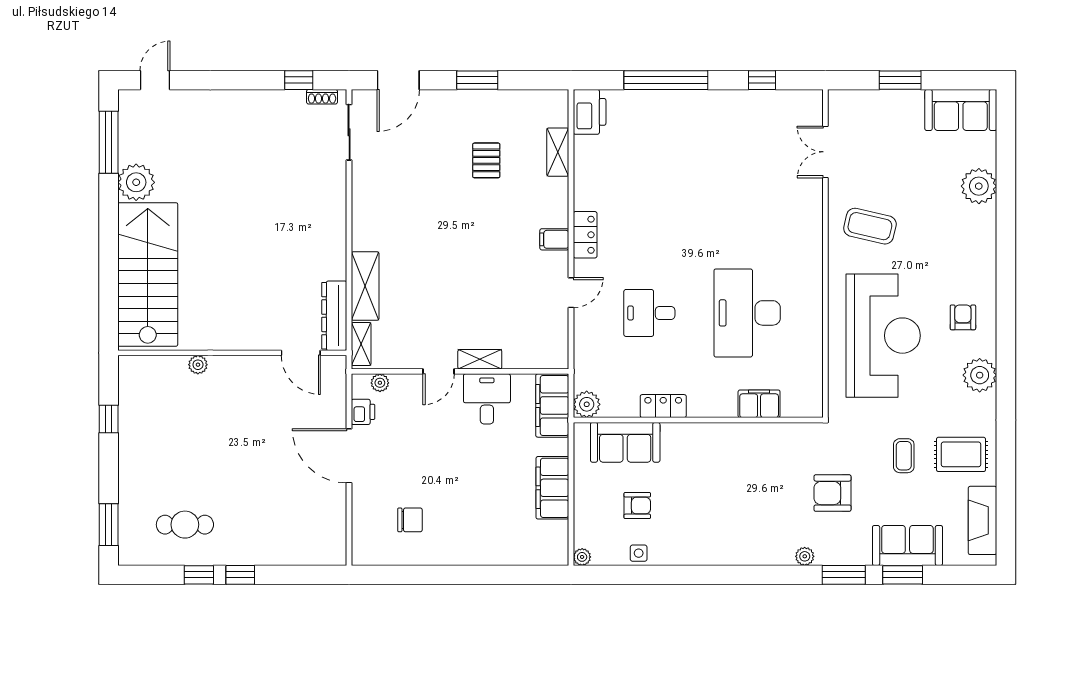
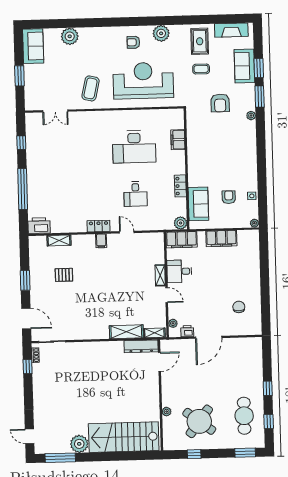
round table: (176, 432) -> (199, 421), added
cafe table: (185, 525) -> (244, 416), width x1.37, depth x1.35
window: (199, 575) -> (269, 422), moved

